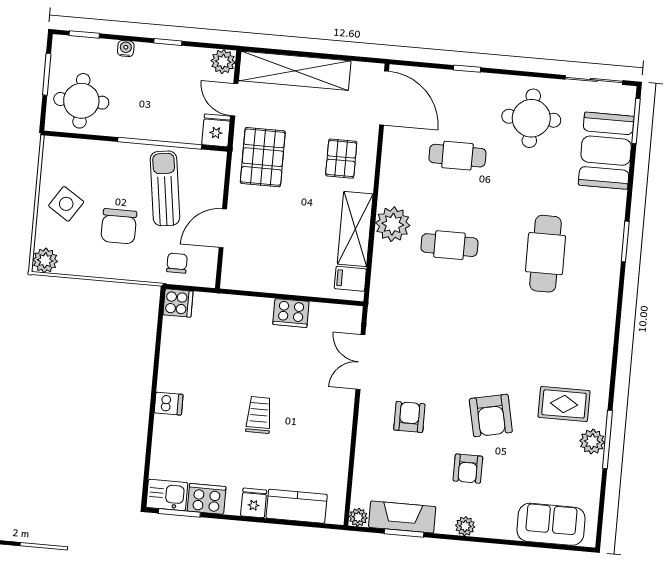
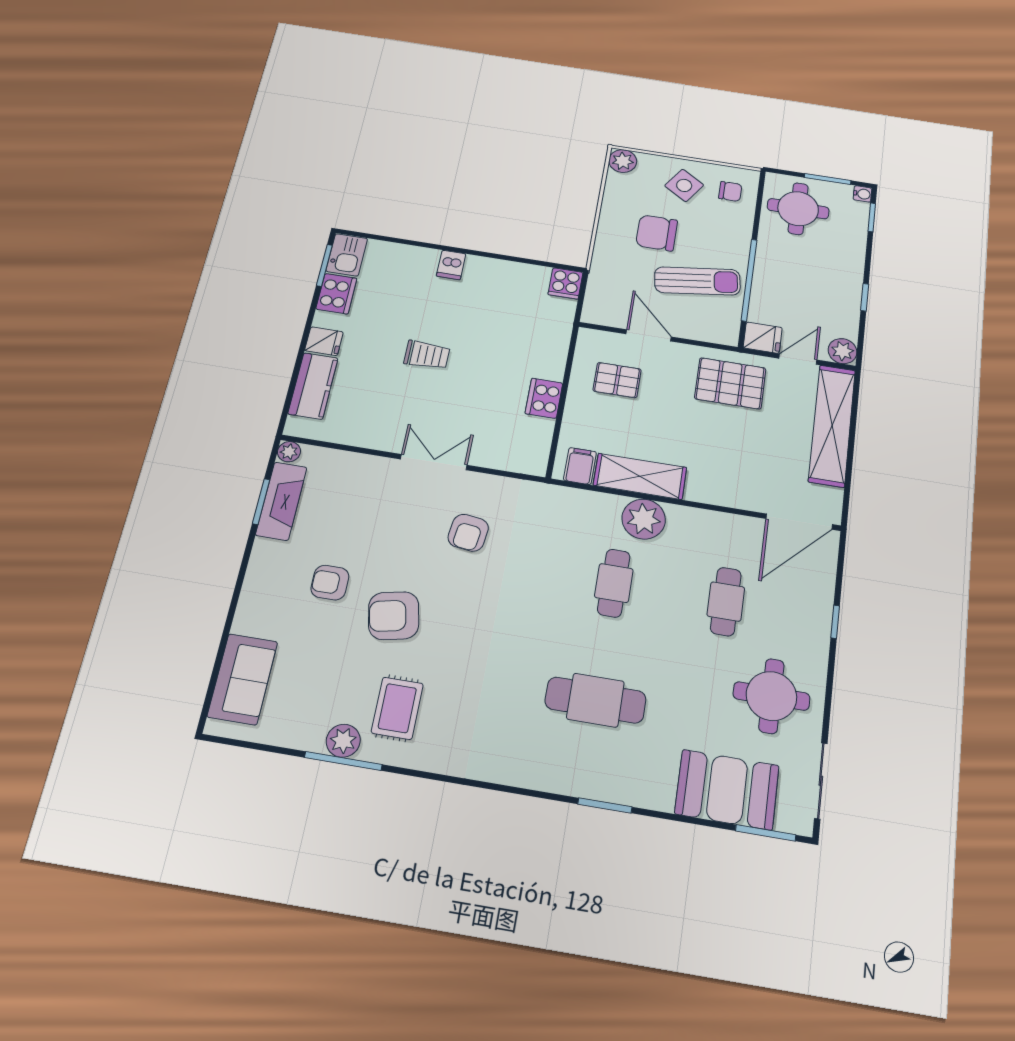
water cooler: (126, 48) -> (862, 194), moved
pallet: (341, 159) -> (617, 380), moved
chair: (177, 263) -> (730, 191), moved
double door: (360, 362) -> (434, 462), moved
armchair: (409, 417) -> (468, 533), moved, turned 97
plant: (465, 526) -> (258, 574), removed

